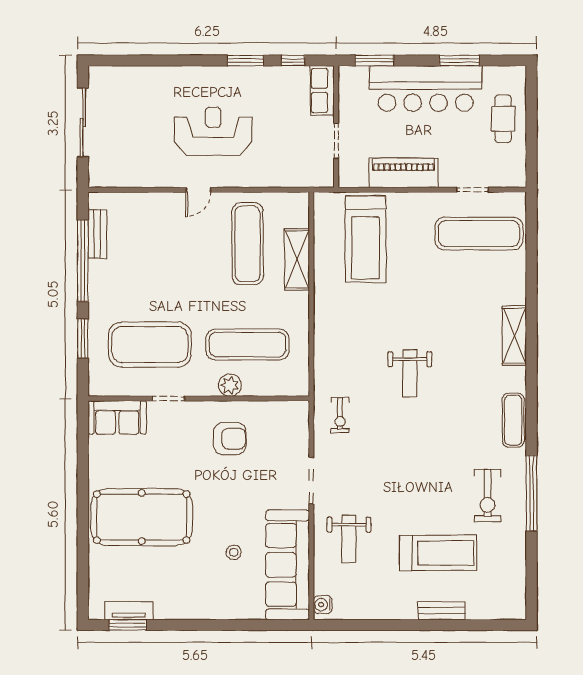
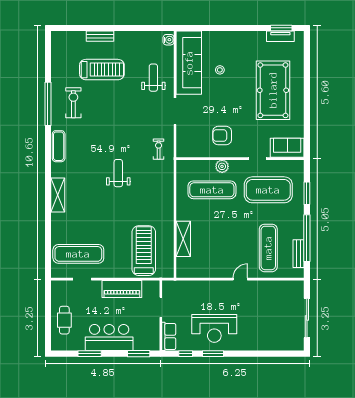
bar counter: (426, 89) -> (109, 338), width x0.73
reception desk: (213, 131) -> (214, 328), moved
exercise mat: (247, 244) -> (268, 248), moved
pool table: (142, 517) -> (273, 90), turned 90
treadmill: (438, 553) -> (102, 70), turned 180

